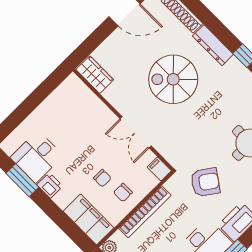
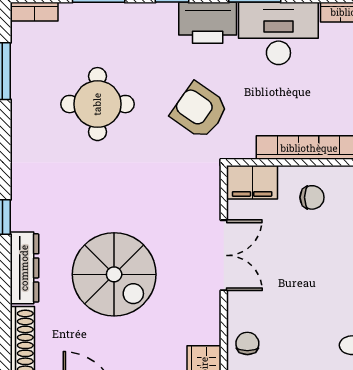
filing cabinet: (159, 169) -> (252, 182), width x2.00
chair: (102, 178) -> (247, 343), moved

